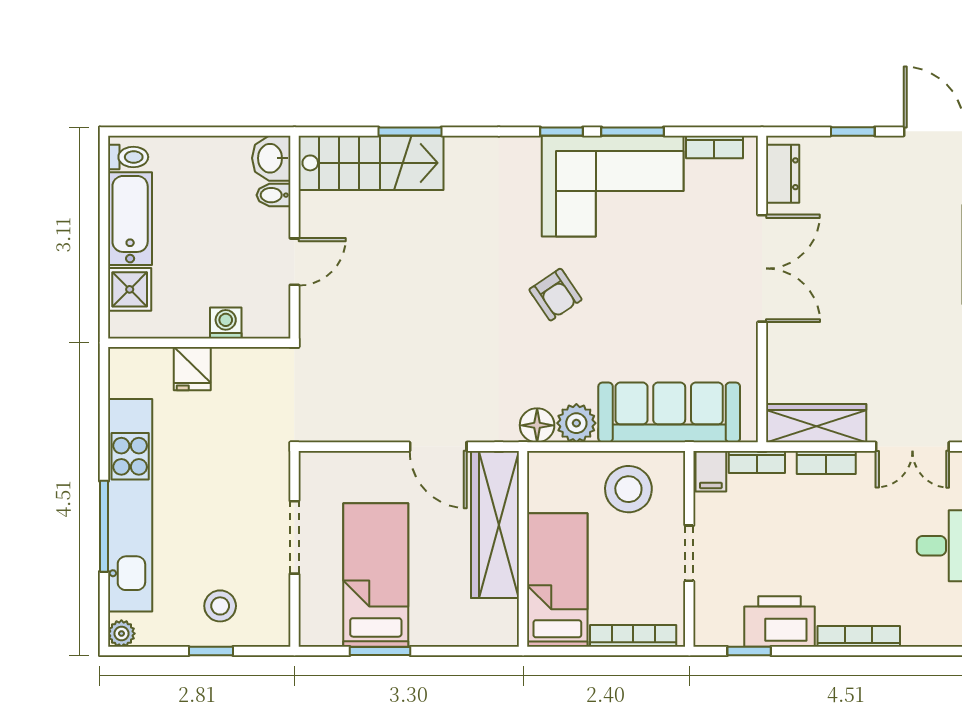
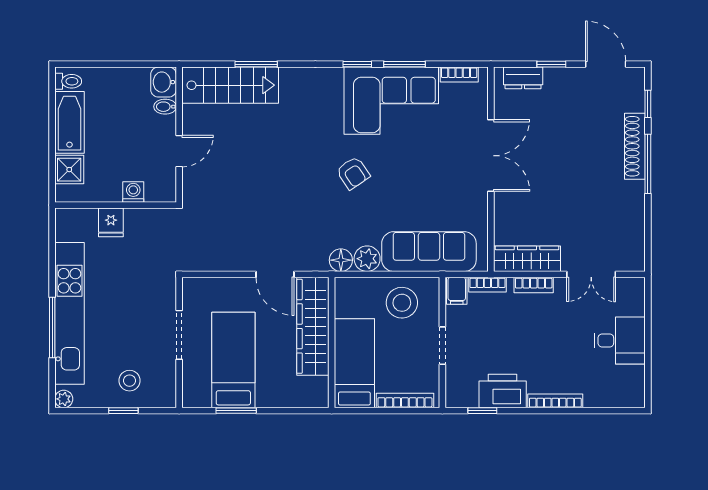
dresser: (783, 174) -> (523, 78), moved, turned 90

